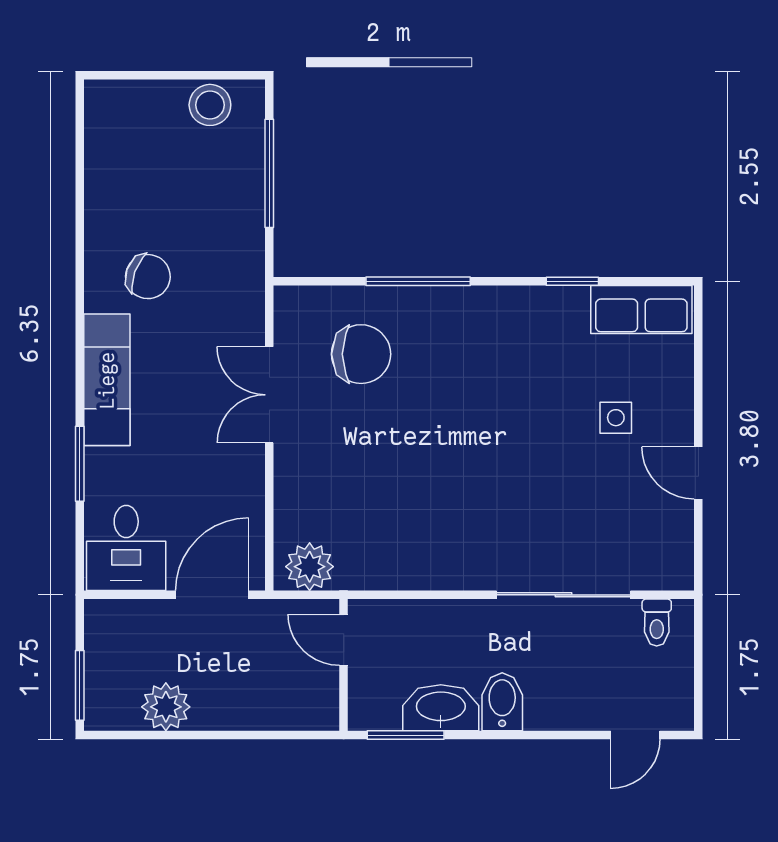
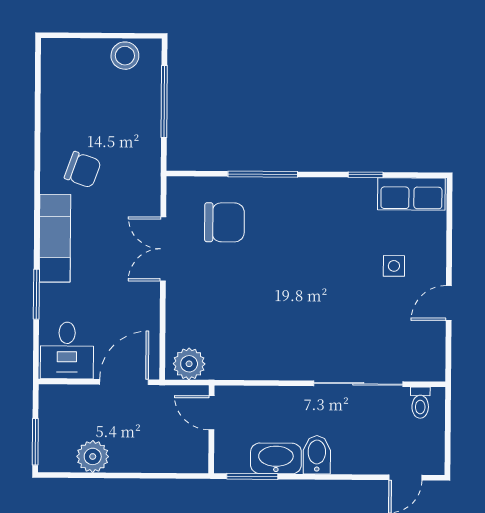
door: (698, 473) -> (449, 303), hinge flipped

